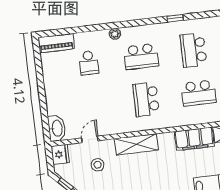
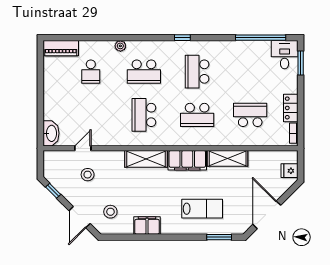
shelving: (136, 144) -> (146, 159), moved
fridge: (60, 154) -> (51, 160), removed

